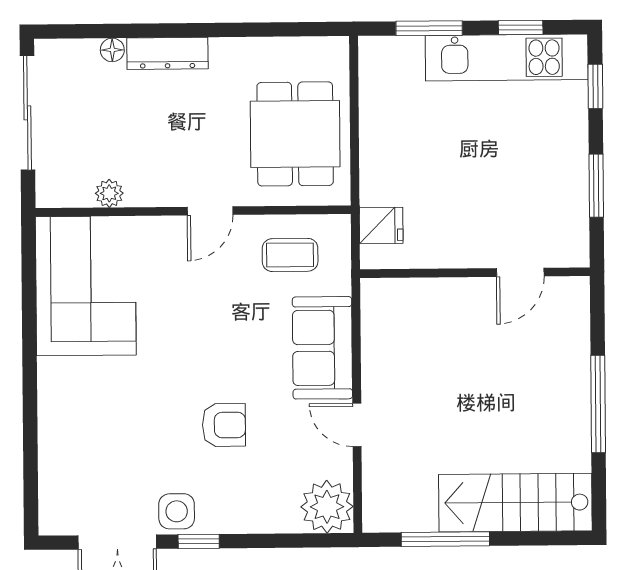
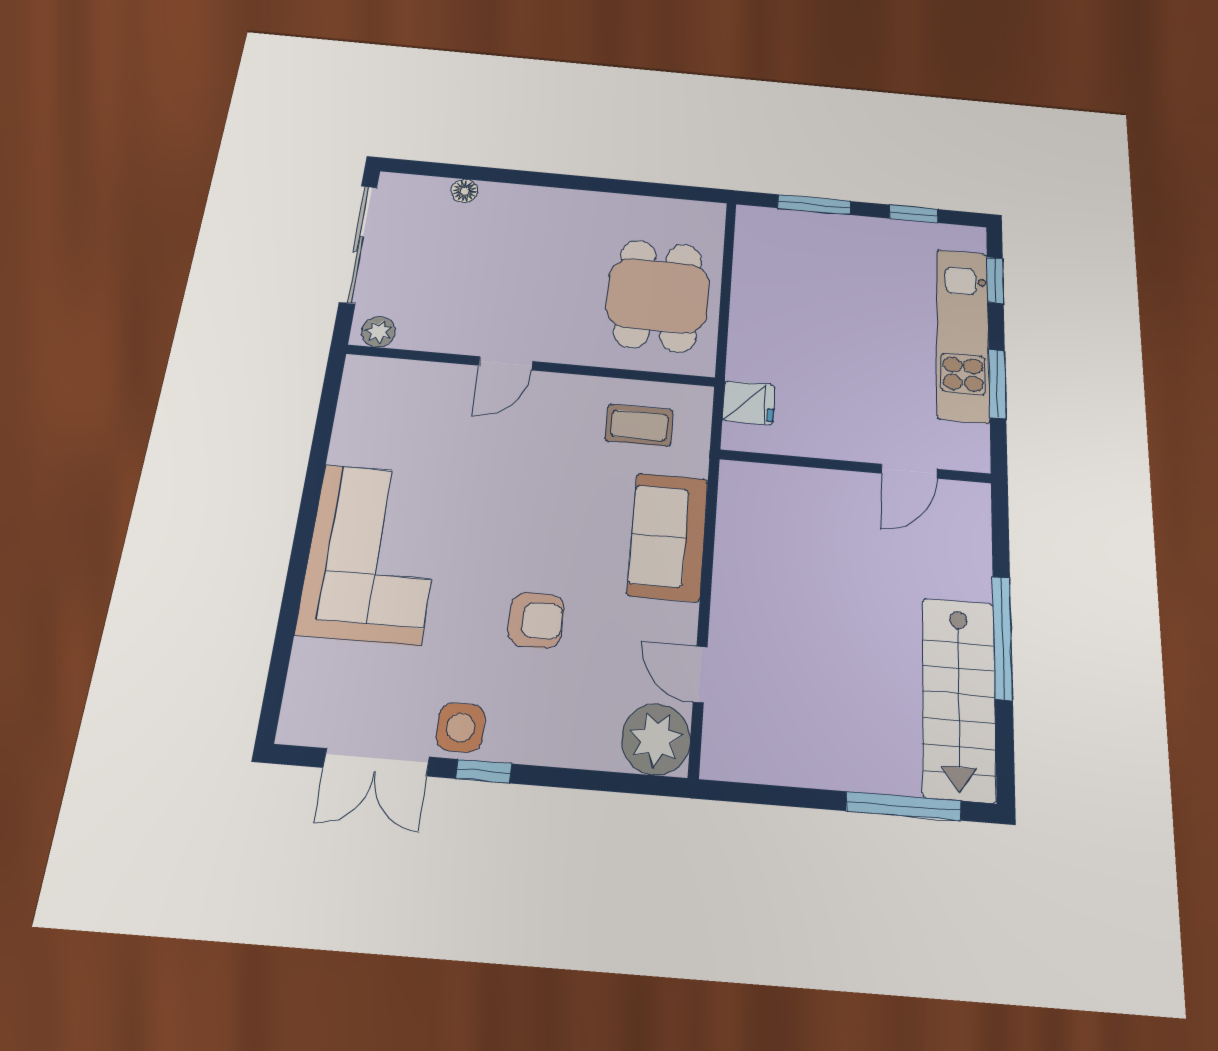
dresser: (167, 53) -> (525, 200), removed
kitchen unit: (507, 58) -> (963, 335), moved, turned 90
plant: (109, 193) -> (378, 332), moved
door: (210, 211) -> (506, 363), moved
corner sofa: (86, 286) -> (372, 553), moved
door: (357, 425) -> (700, 674), moved
stairs: (515, 503) -> (959, 698), moved, turned -90
window: (445, 539) -> (903, 806), moved

